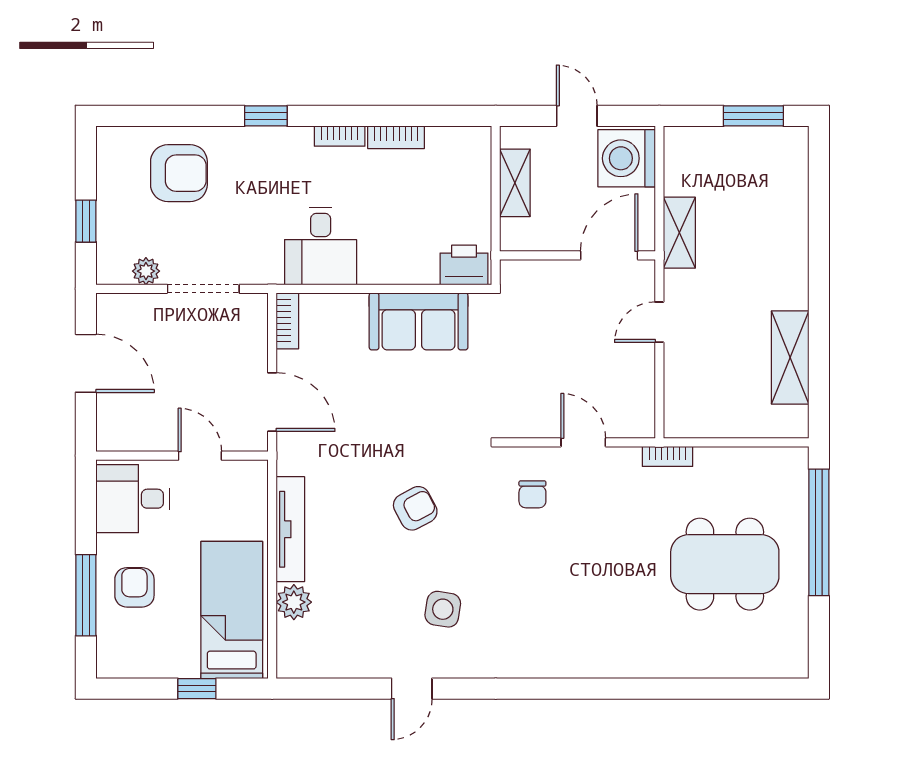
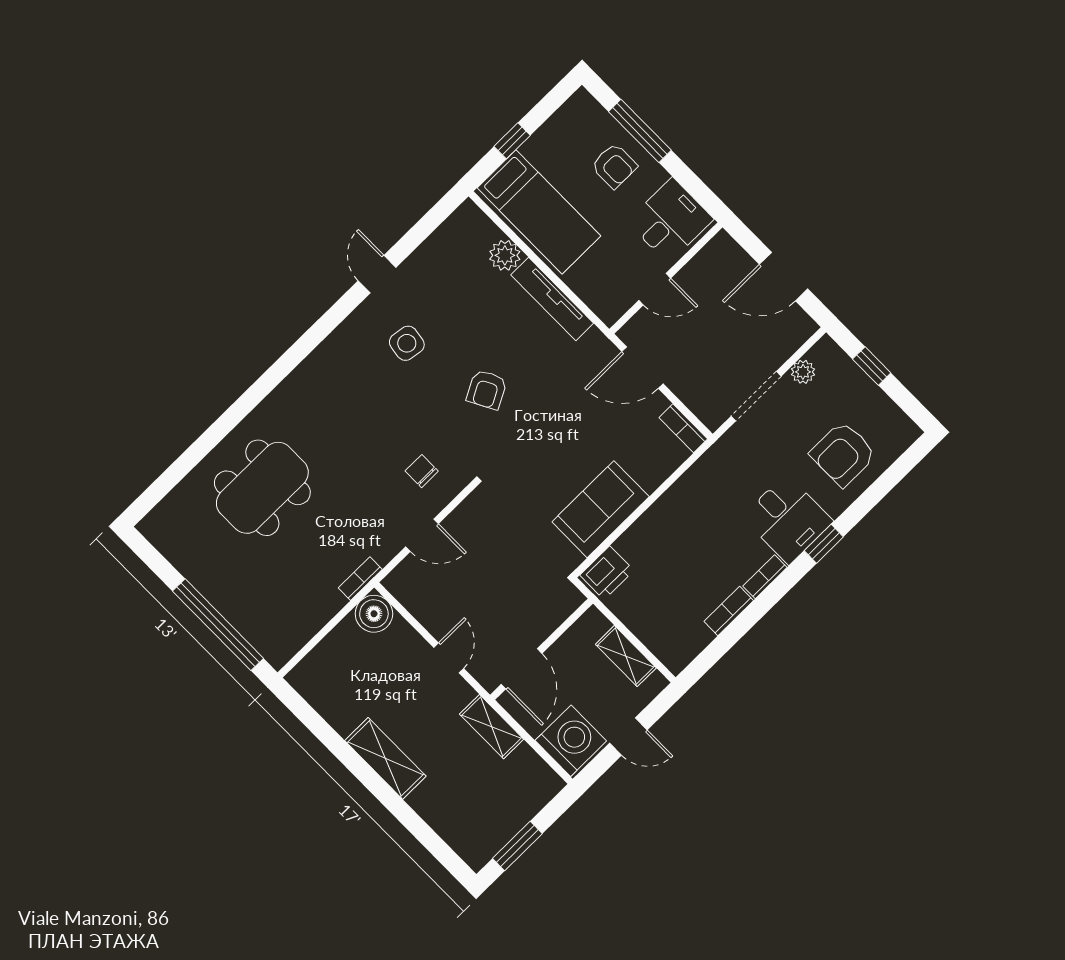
desk: (321, 246) -> (787, 519), moved, turned 180
shelving: (790, 358) -> (385, 758), moved
boiler: (684, 417) -> (374, 614), added
dining table: (725, 564) -> (262, 488), moved

